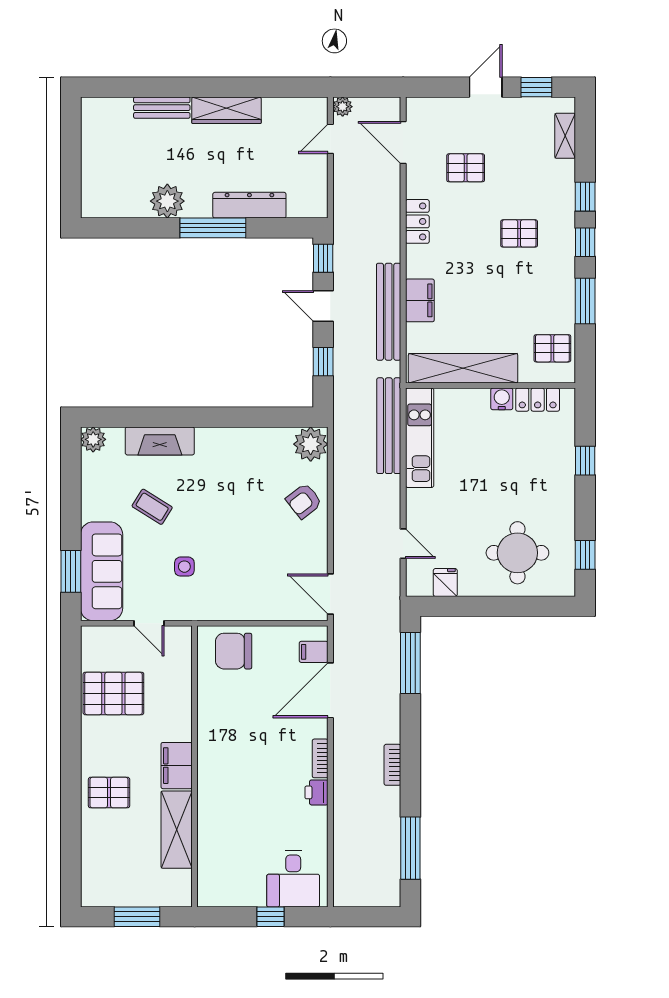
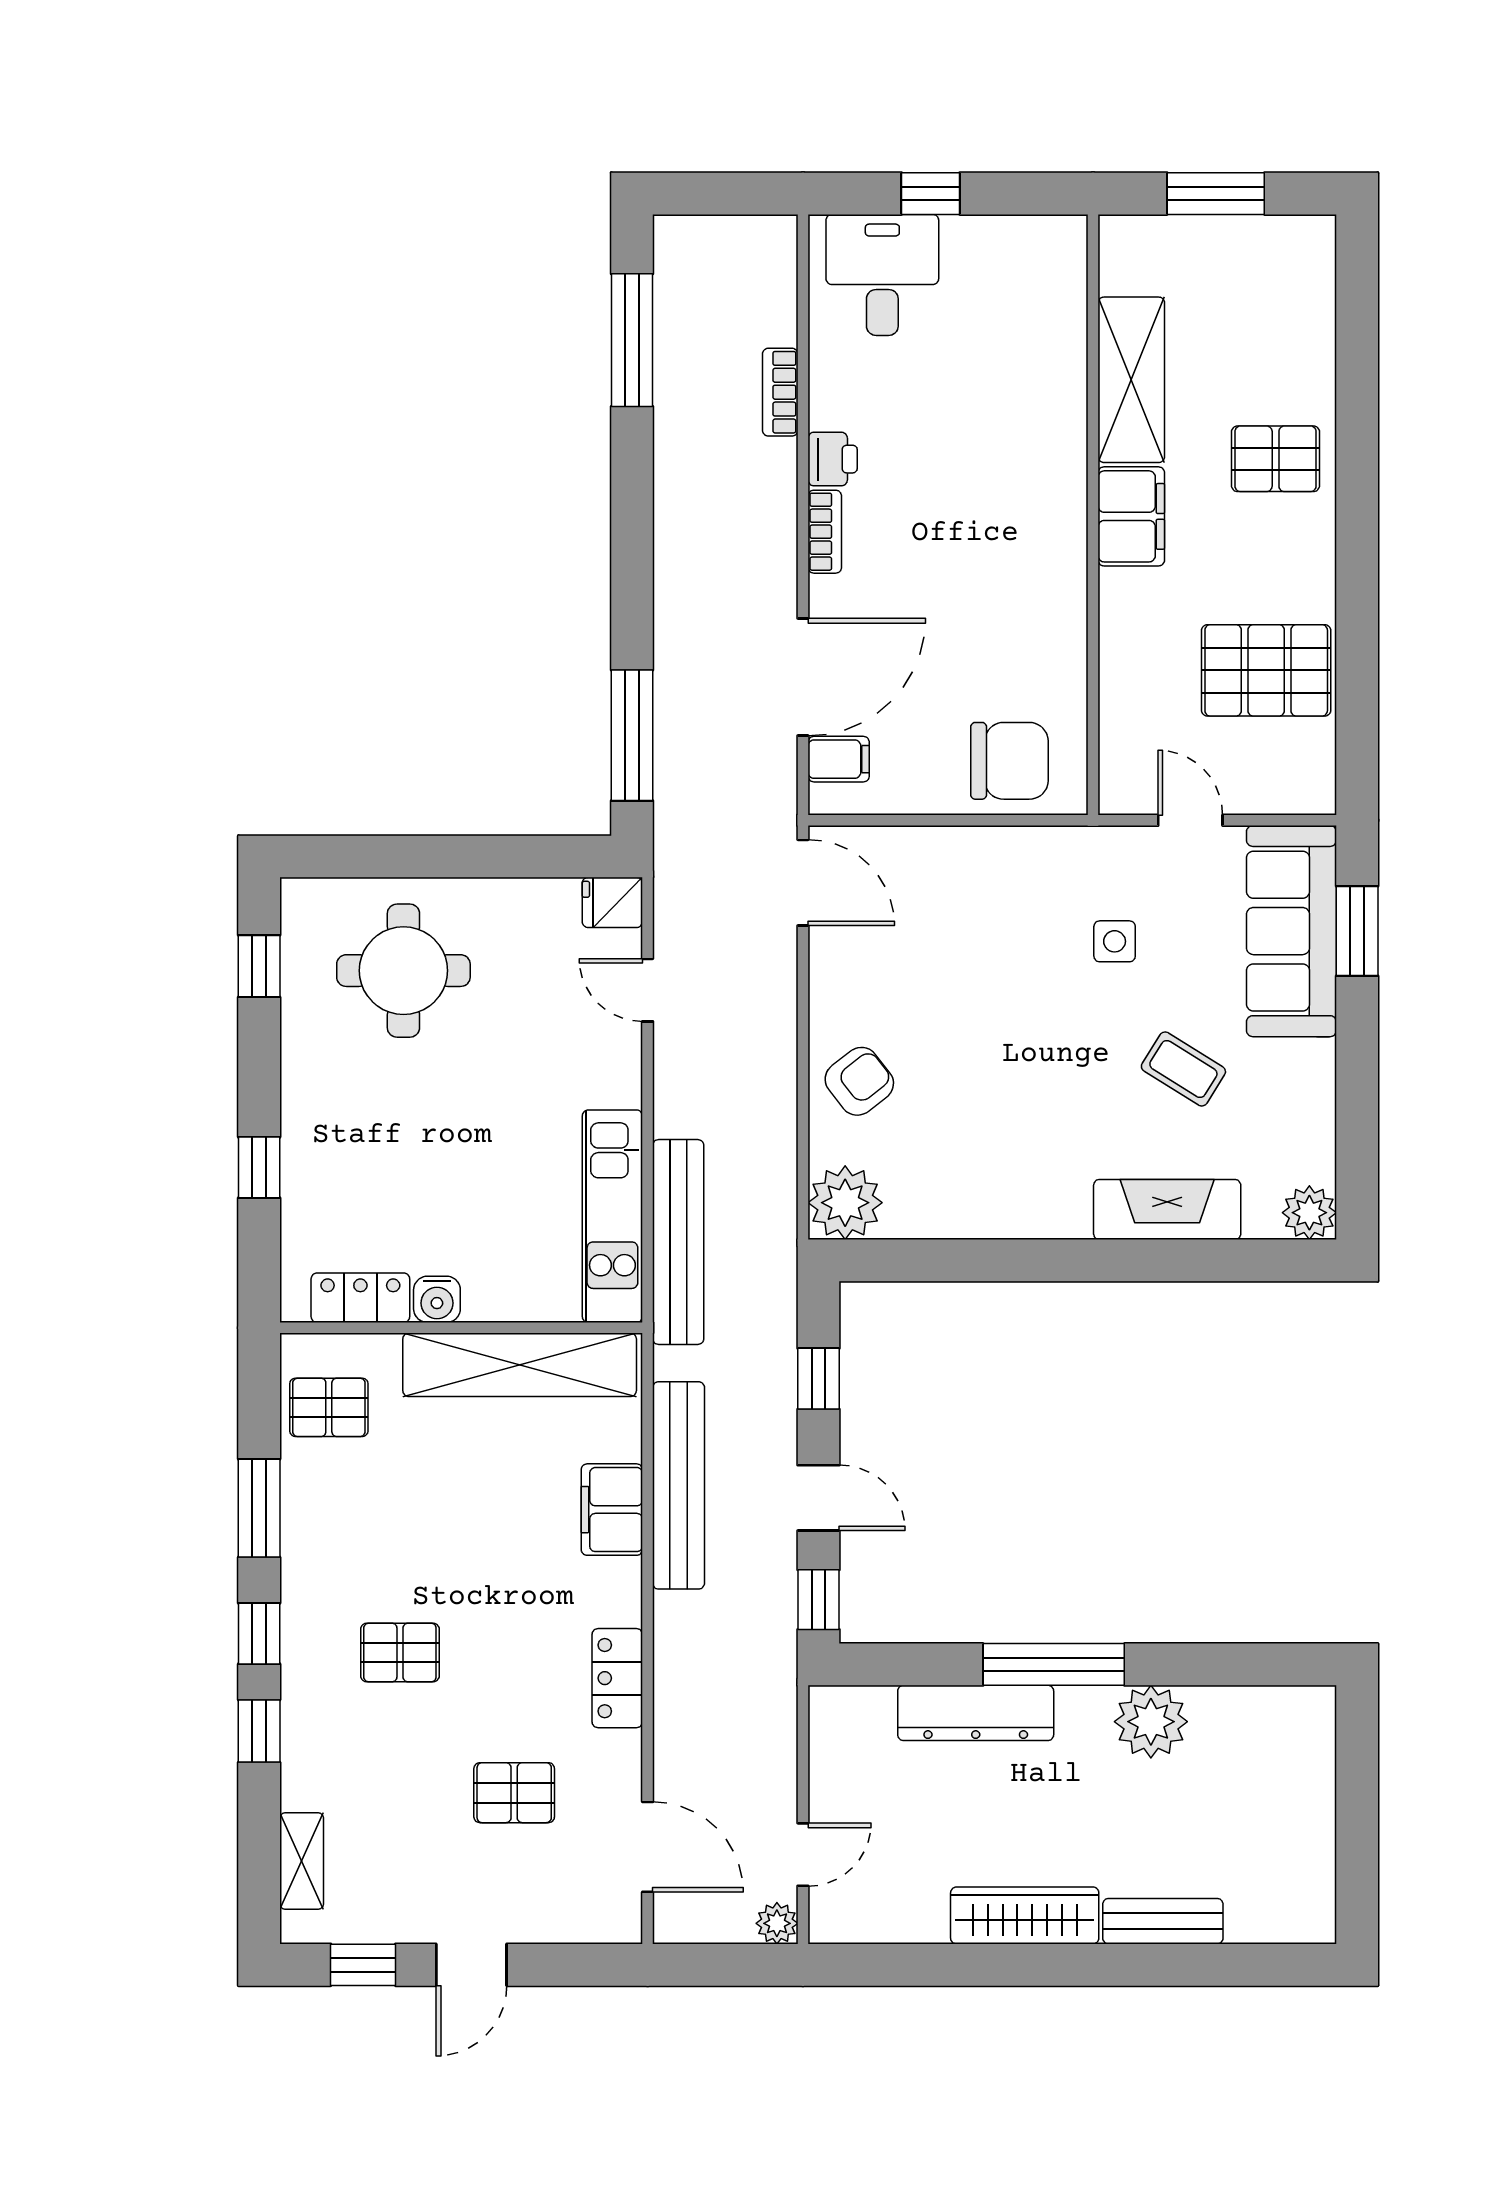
fridge: (445, 583) -> (612, 902), moved, turned 90
bookcase: (392, 765) -> (780, 392), moved, turned 180

